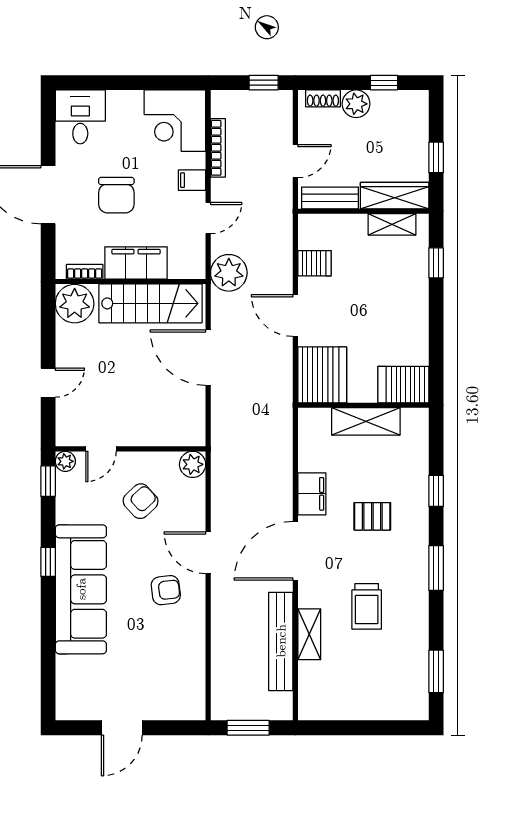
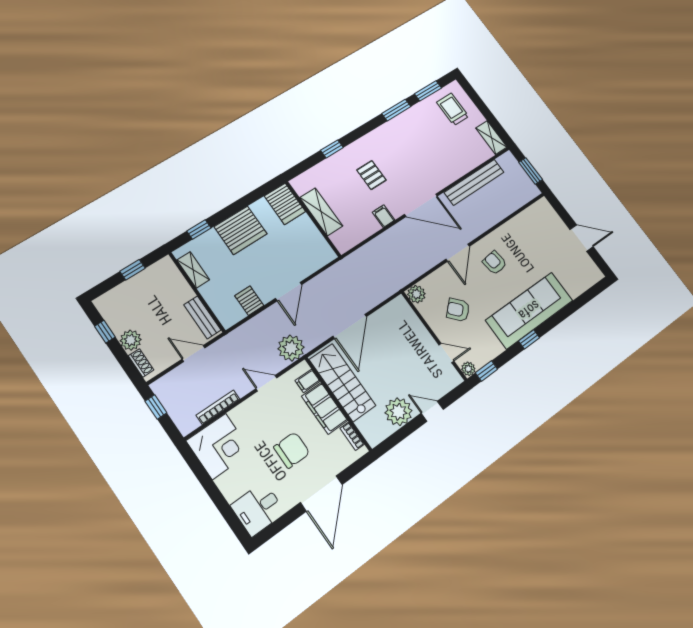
filing cabinet: (192, 180) -> (308, 381), moved, turned 90
wardrobe: (395, 196) -> (174, 280), removed
plant: (75, 304) -> (398, 412), moved
server rack: (322, 375) -> (241, 230), moved, turned 180
filing cabinet: (312, 494) -> (384, 216), width x0.50
window: (436, 568) -> (396, 110), moved
trolley: (367, 606) -> (453, 109), moved, turned -90
shelving: (309, 634) -> (491, 138), moved, turned 90

